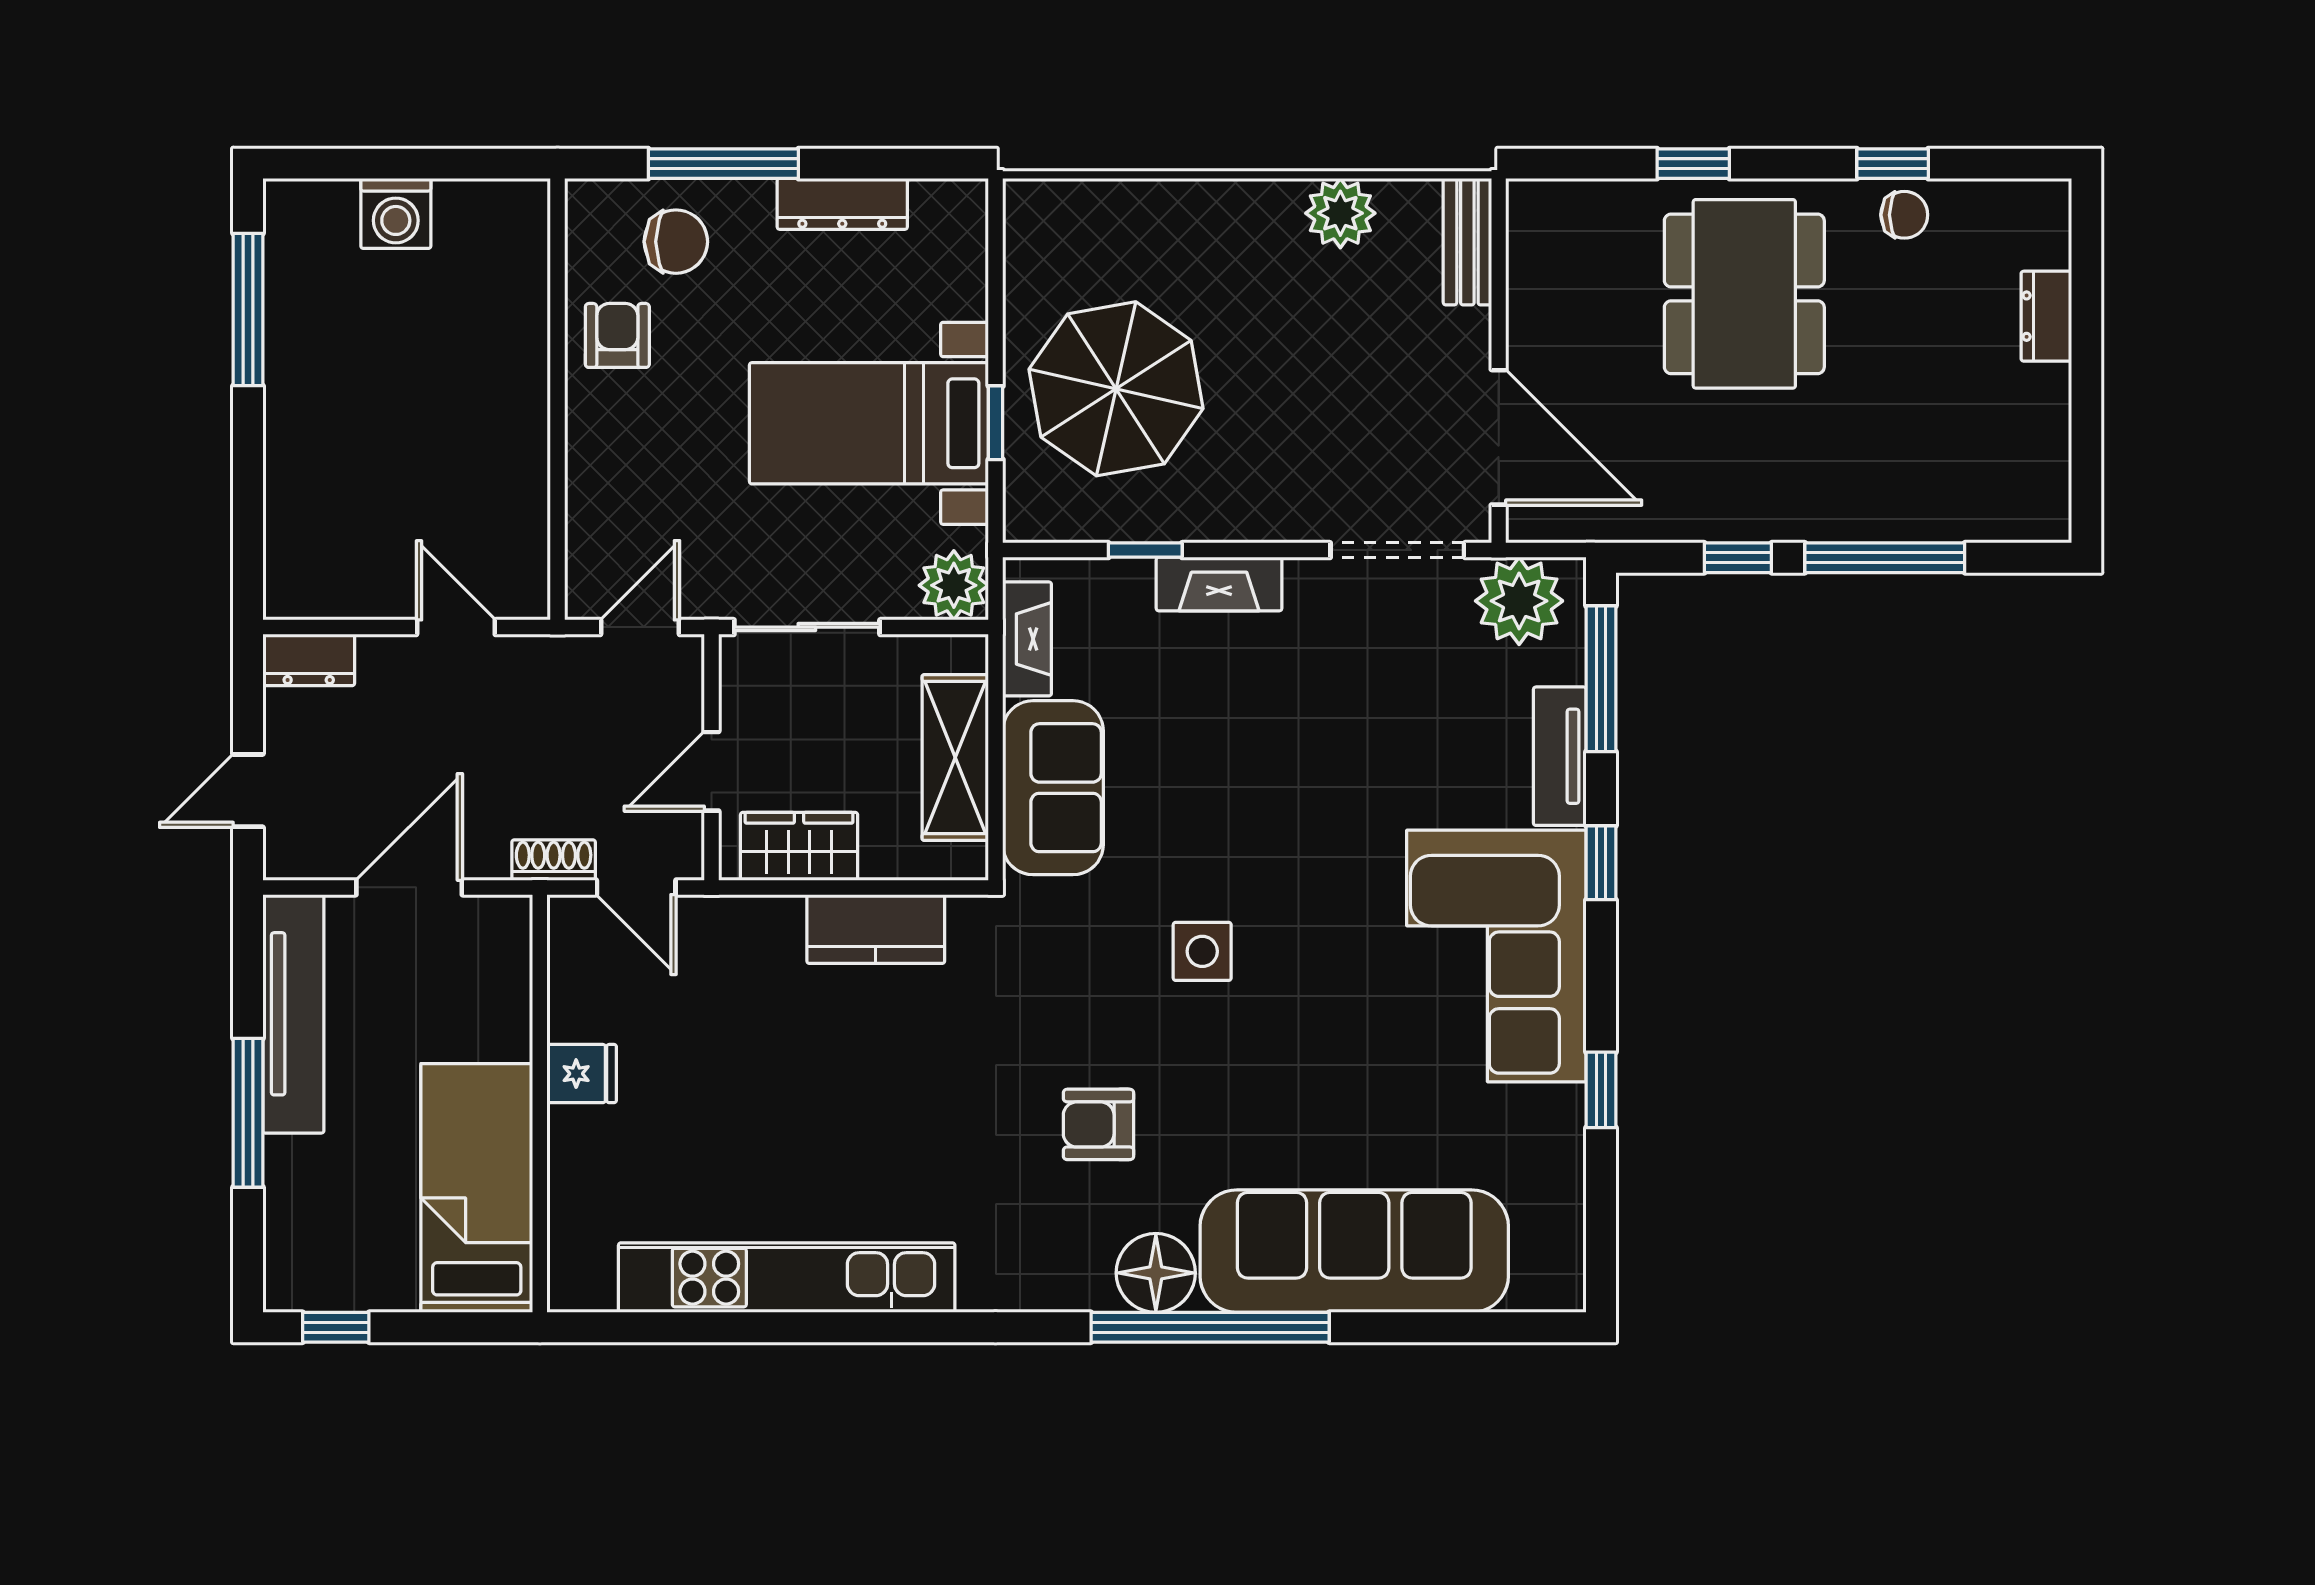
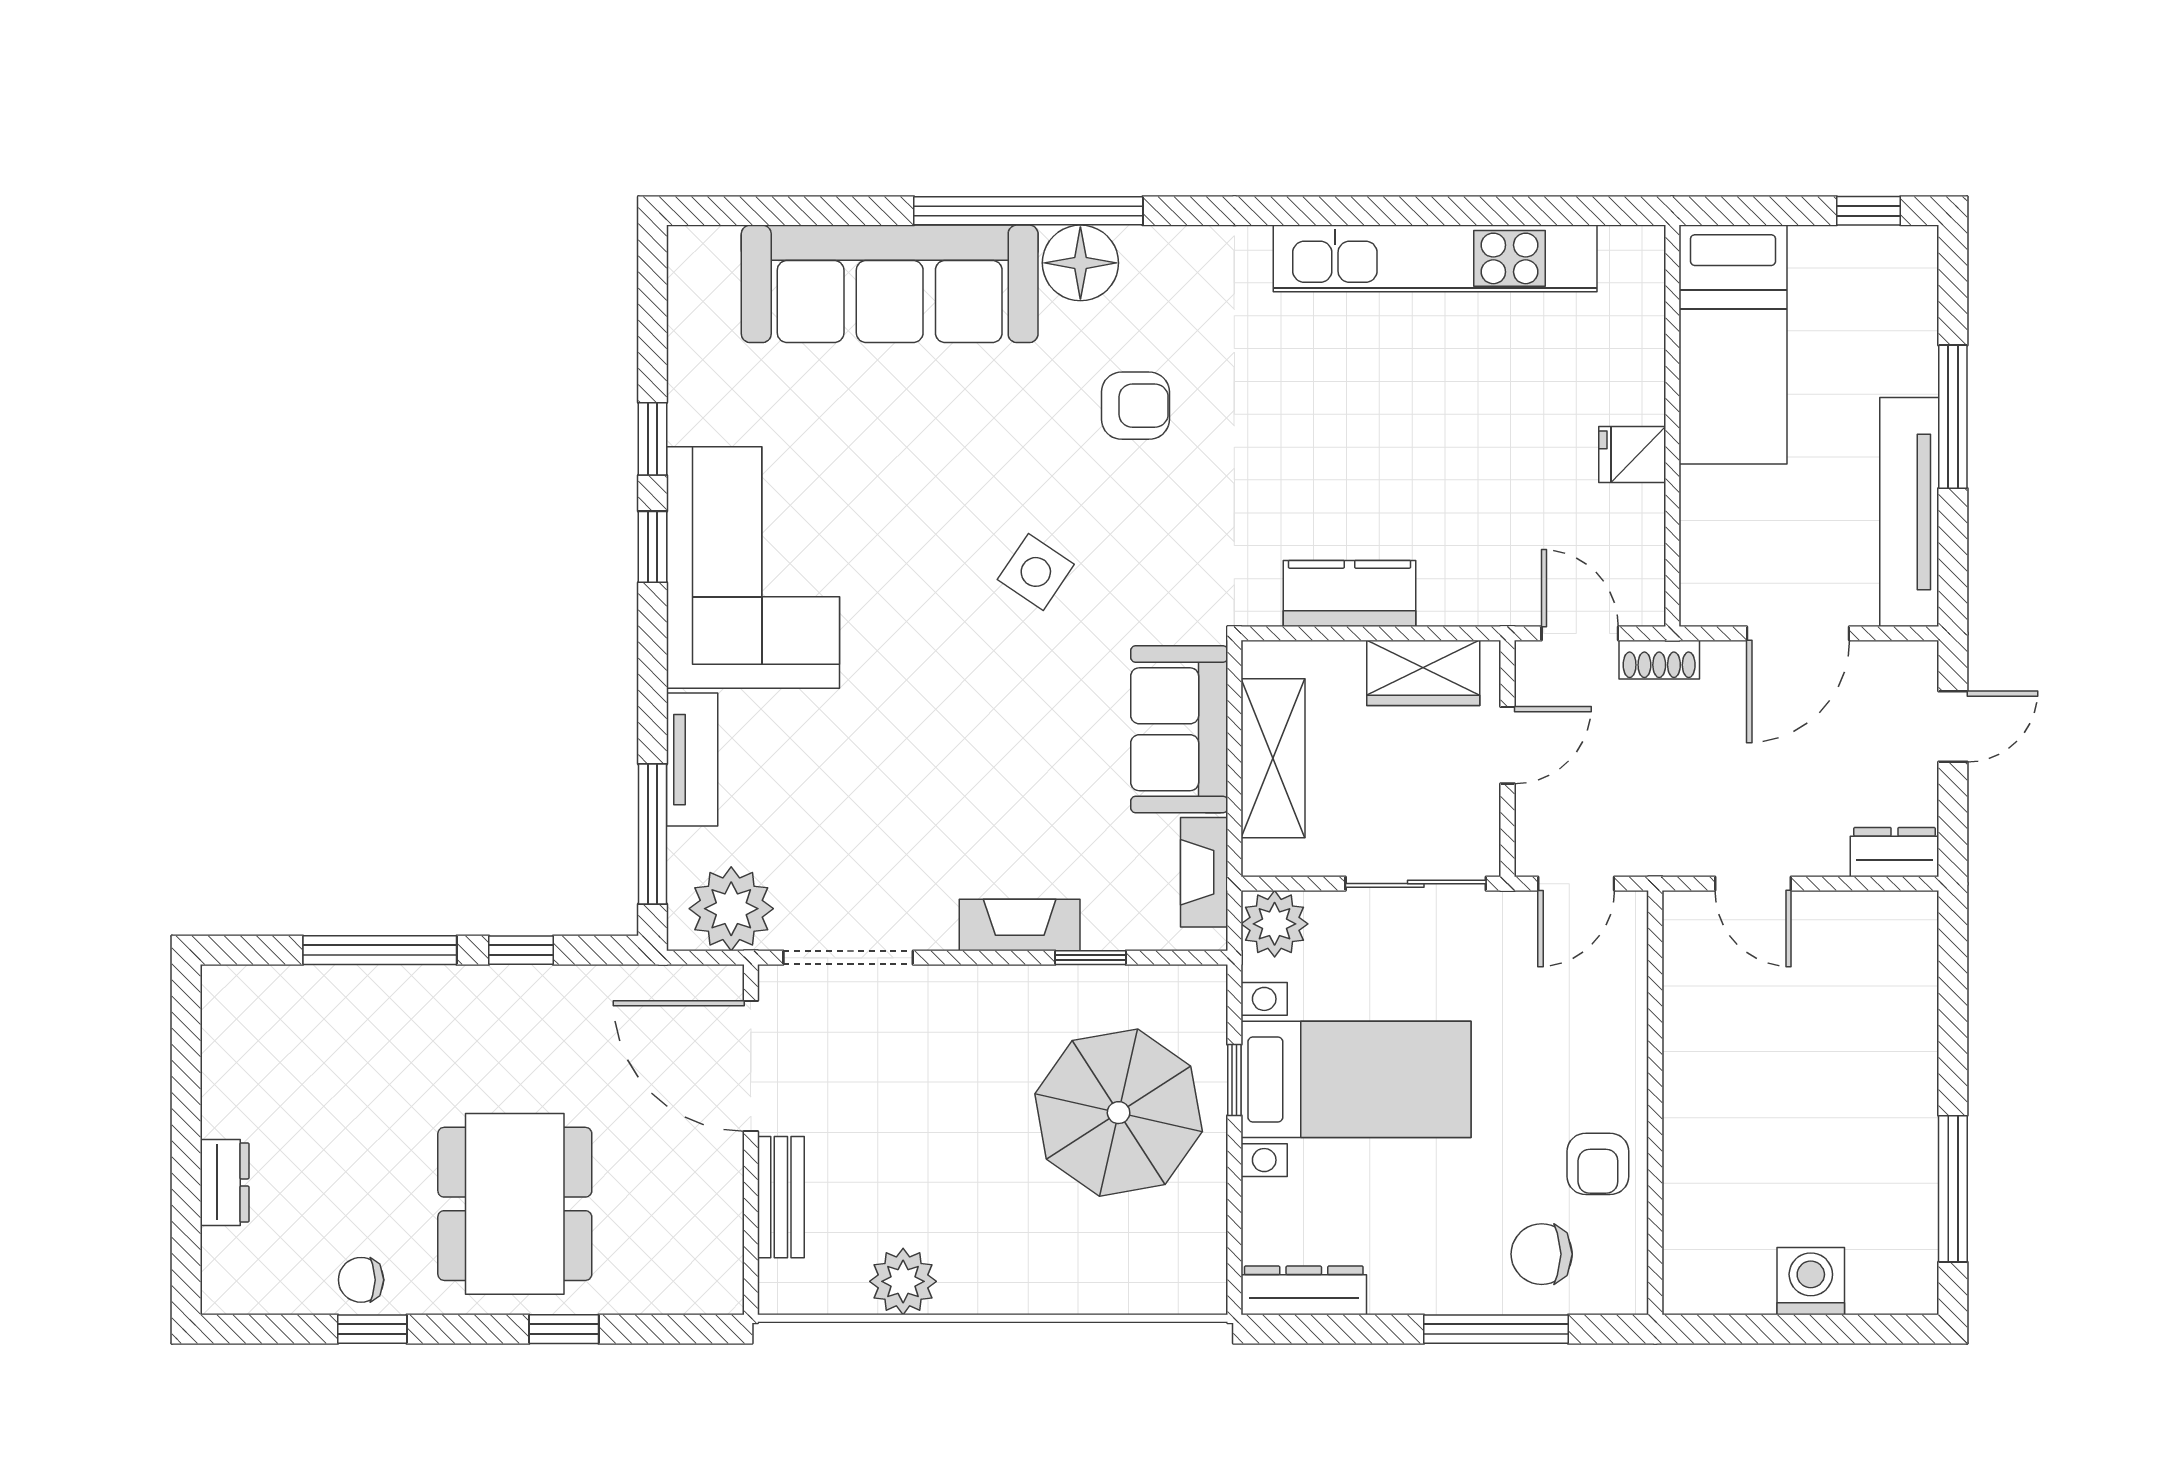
dresser: (842, 204) -> (1304, 1290), moved
bench: (1467, 242) -> (781, 1197), moved
window: (1601, 863) -> (653, 547), moved
side table: (1202, 951) -> (1036, 572), turned 34

